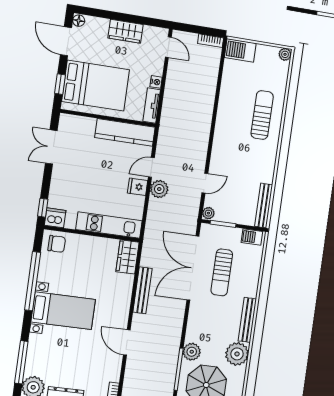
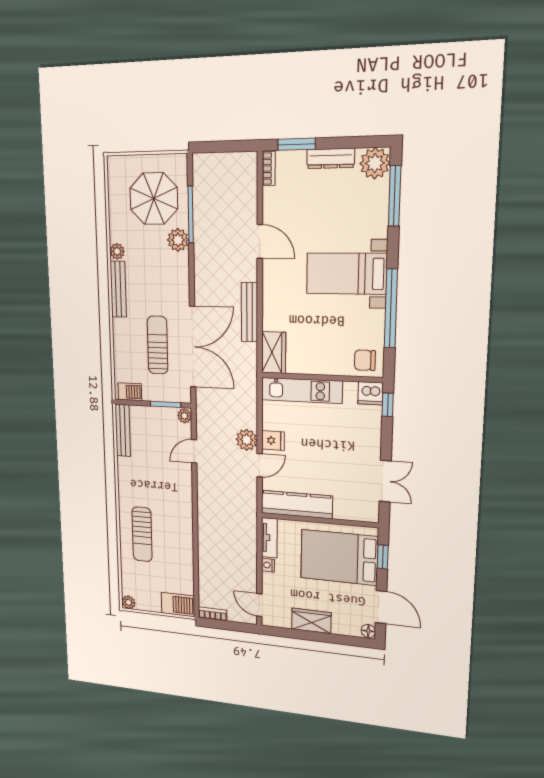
plant: (237, 354) -> (117, 251), width x0.53, depth x0.53

